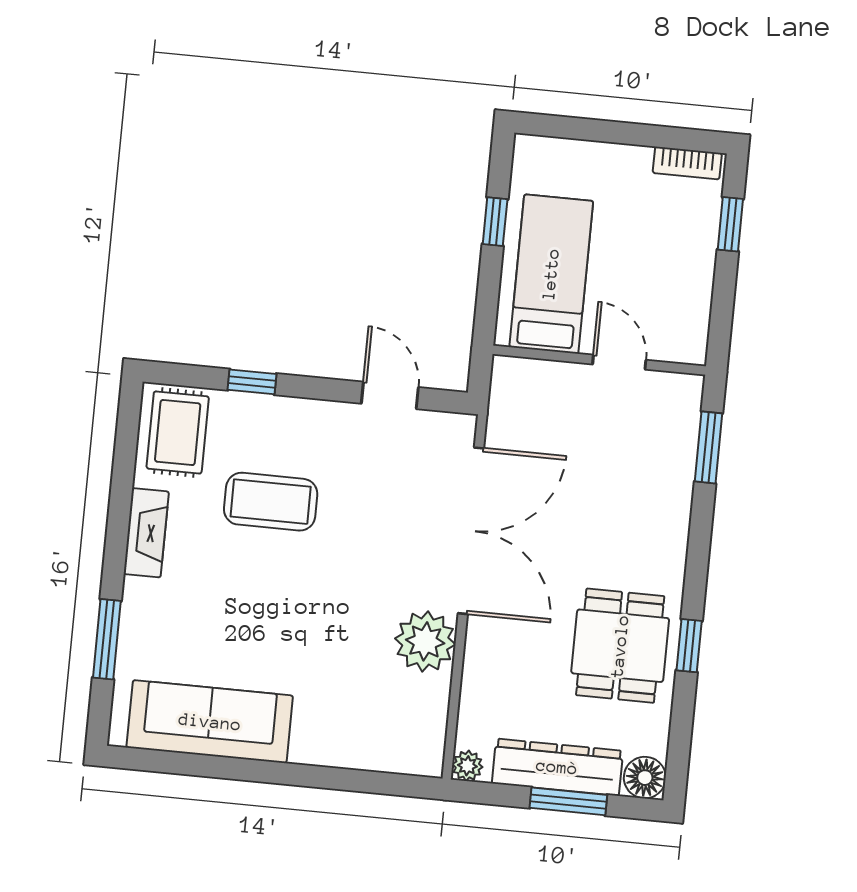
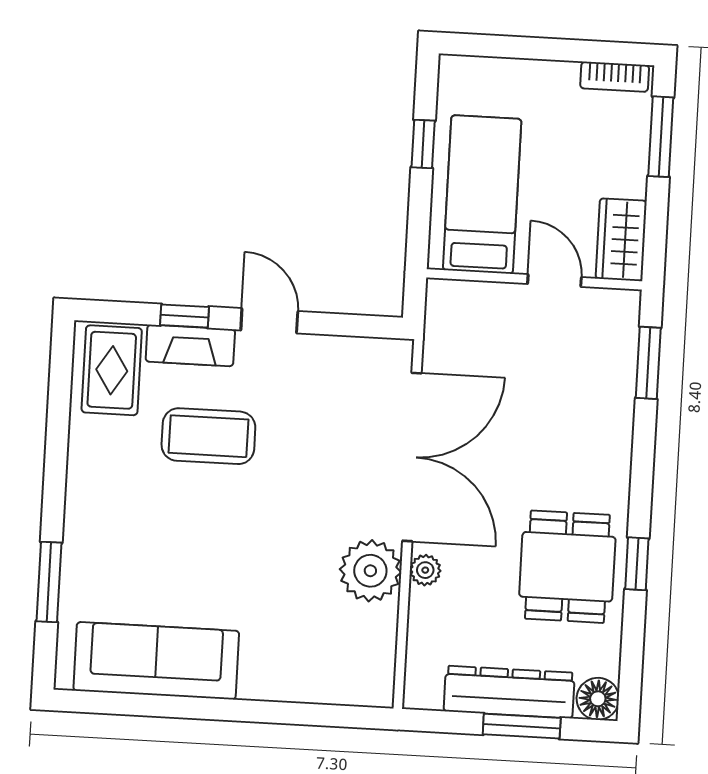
window: (730, 224) -> (661, 137), width x1.50
wardrobe: (687, 324) -> (621, 240), added
door: (390, 395) -> (269, 321), moved
fireplace: (146, 533) -> (190, 345), moved, turned 90
plant: (467, 766) -> (425, 570), moved

